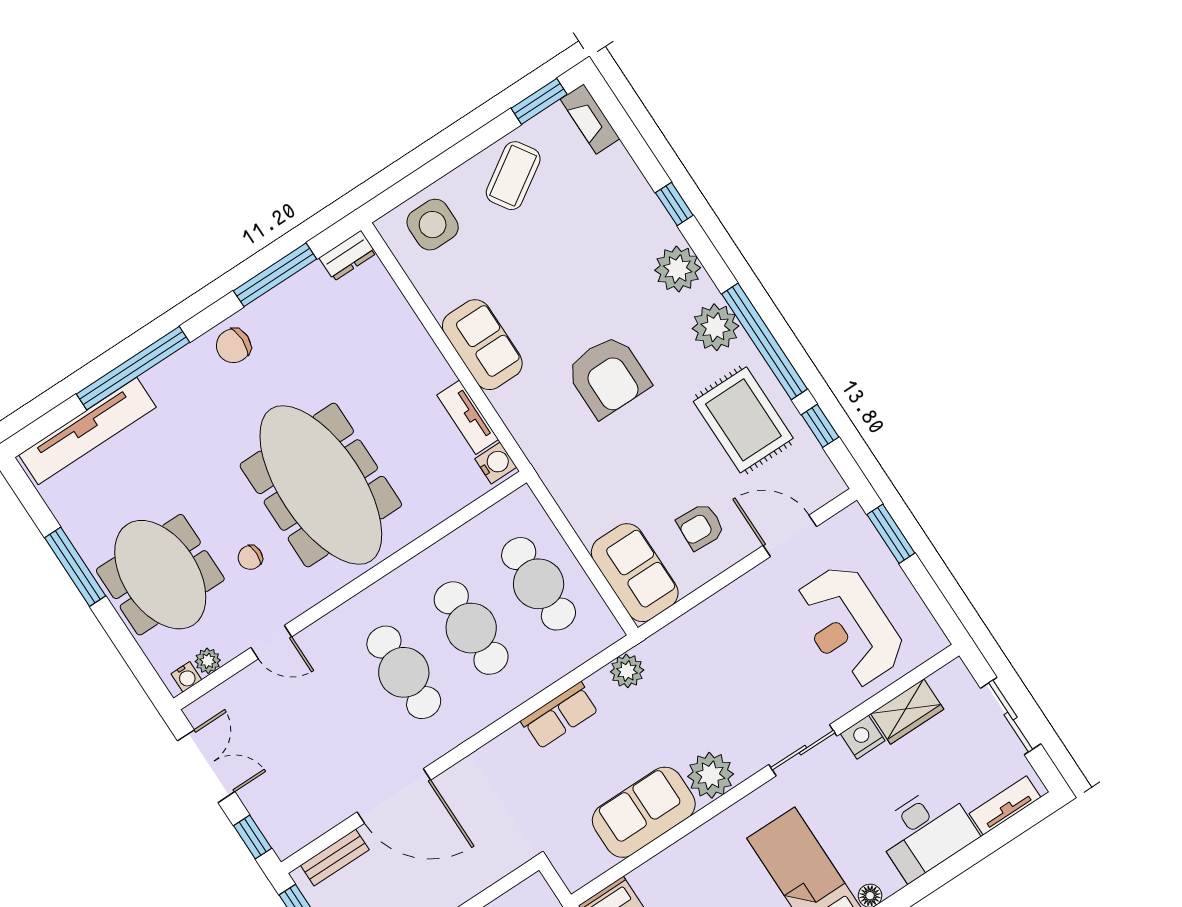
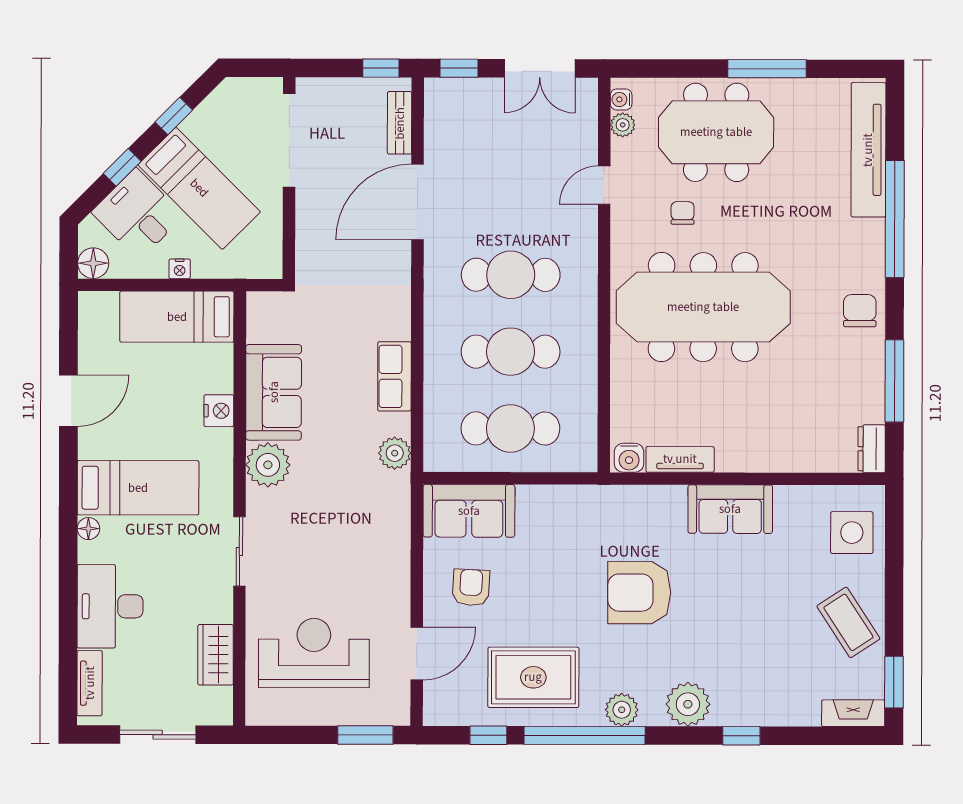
plant: (715, 327) -> (622, 710), width x0.73, depth x0.73
nightstand: (863, 737) -> (219, 411), moved

